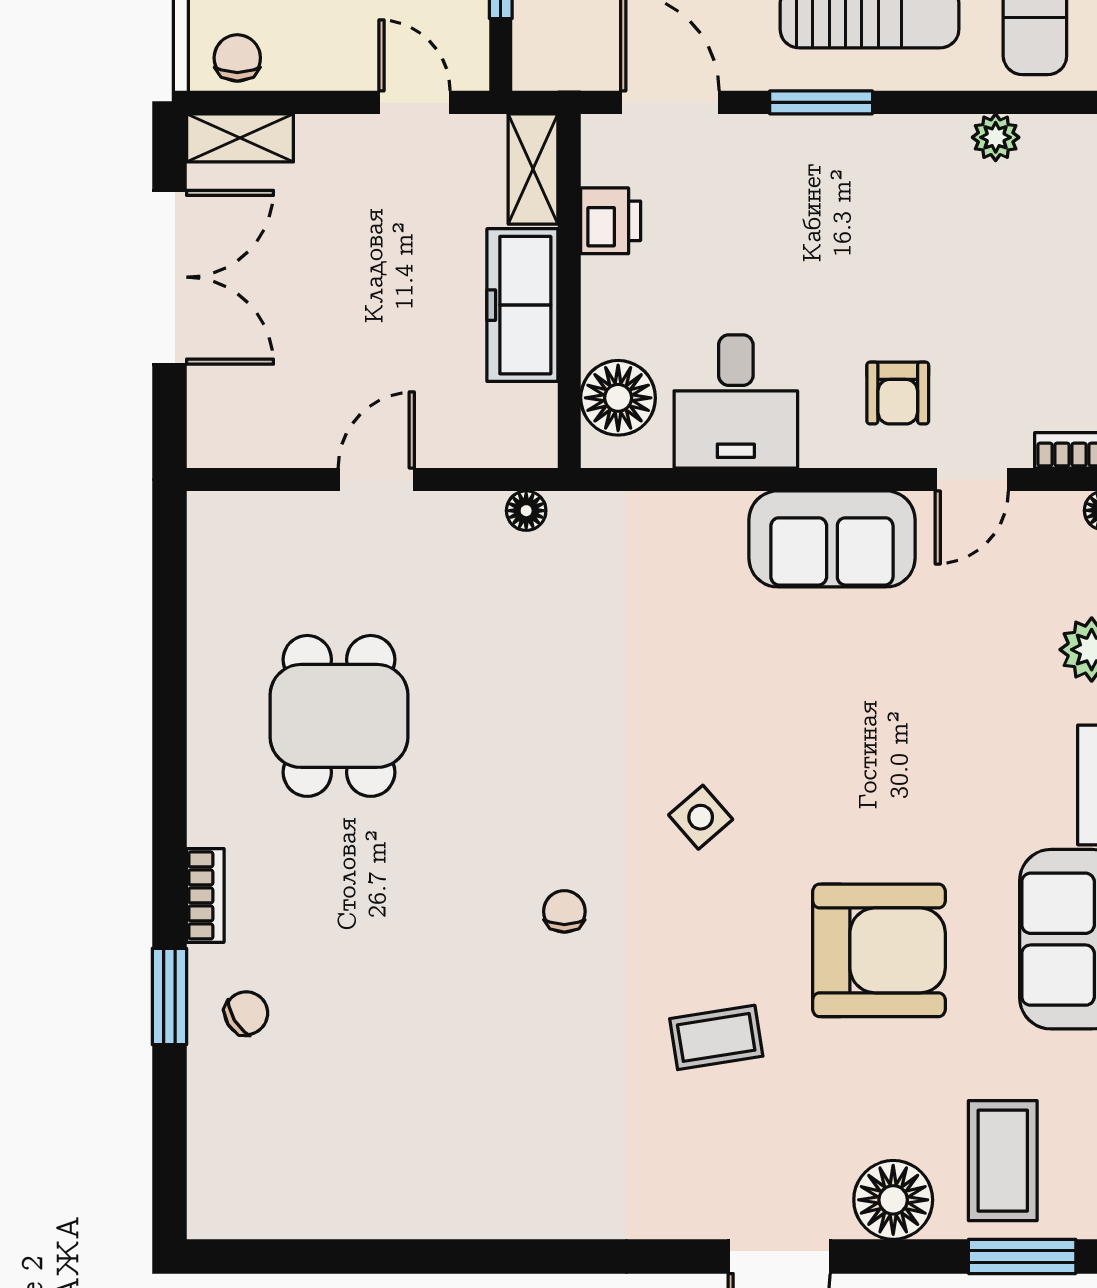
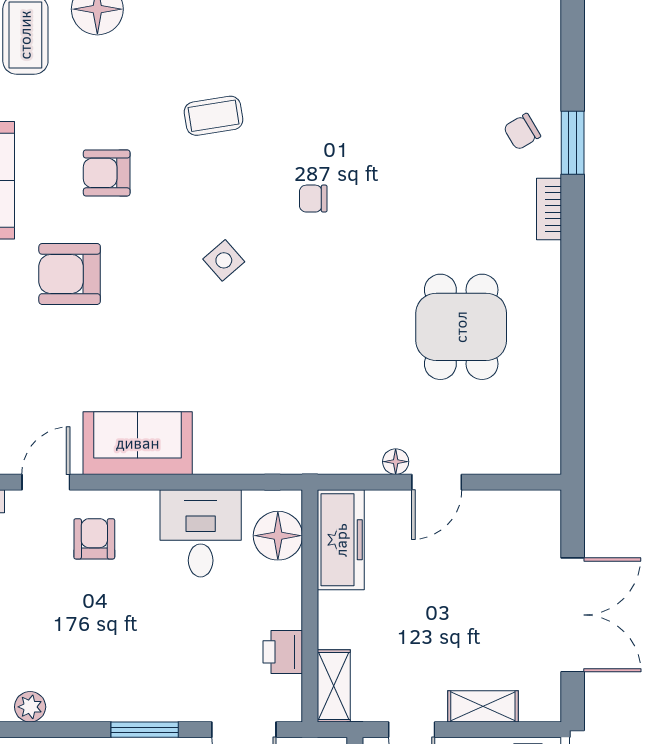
shelving: (240, 138) -> (483, 706), moved
double door: (169, 277) -> (573, 615), swing flipped
freezer: (522, 305) -> (341, 540), moved
floor lamp: (526, 511) -> (396, 462), moved
armchair: (935, 796) -> (70, 274), added
chair: (564, 911) -> (313, 199), turned 90
armchair: (879, 950) -> (107, 173), width x0.53, depth x0.53

